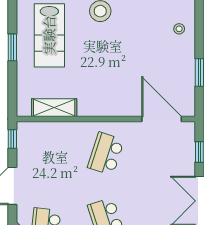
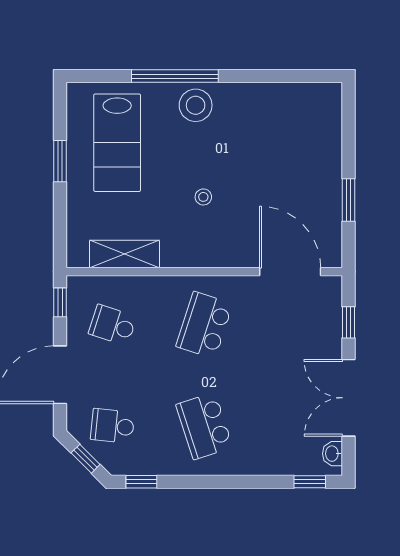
stool: (179, 29) -> (203, 197), moved
school desk: (46, 154) -> (113, 325), added

